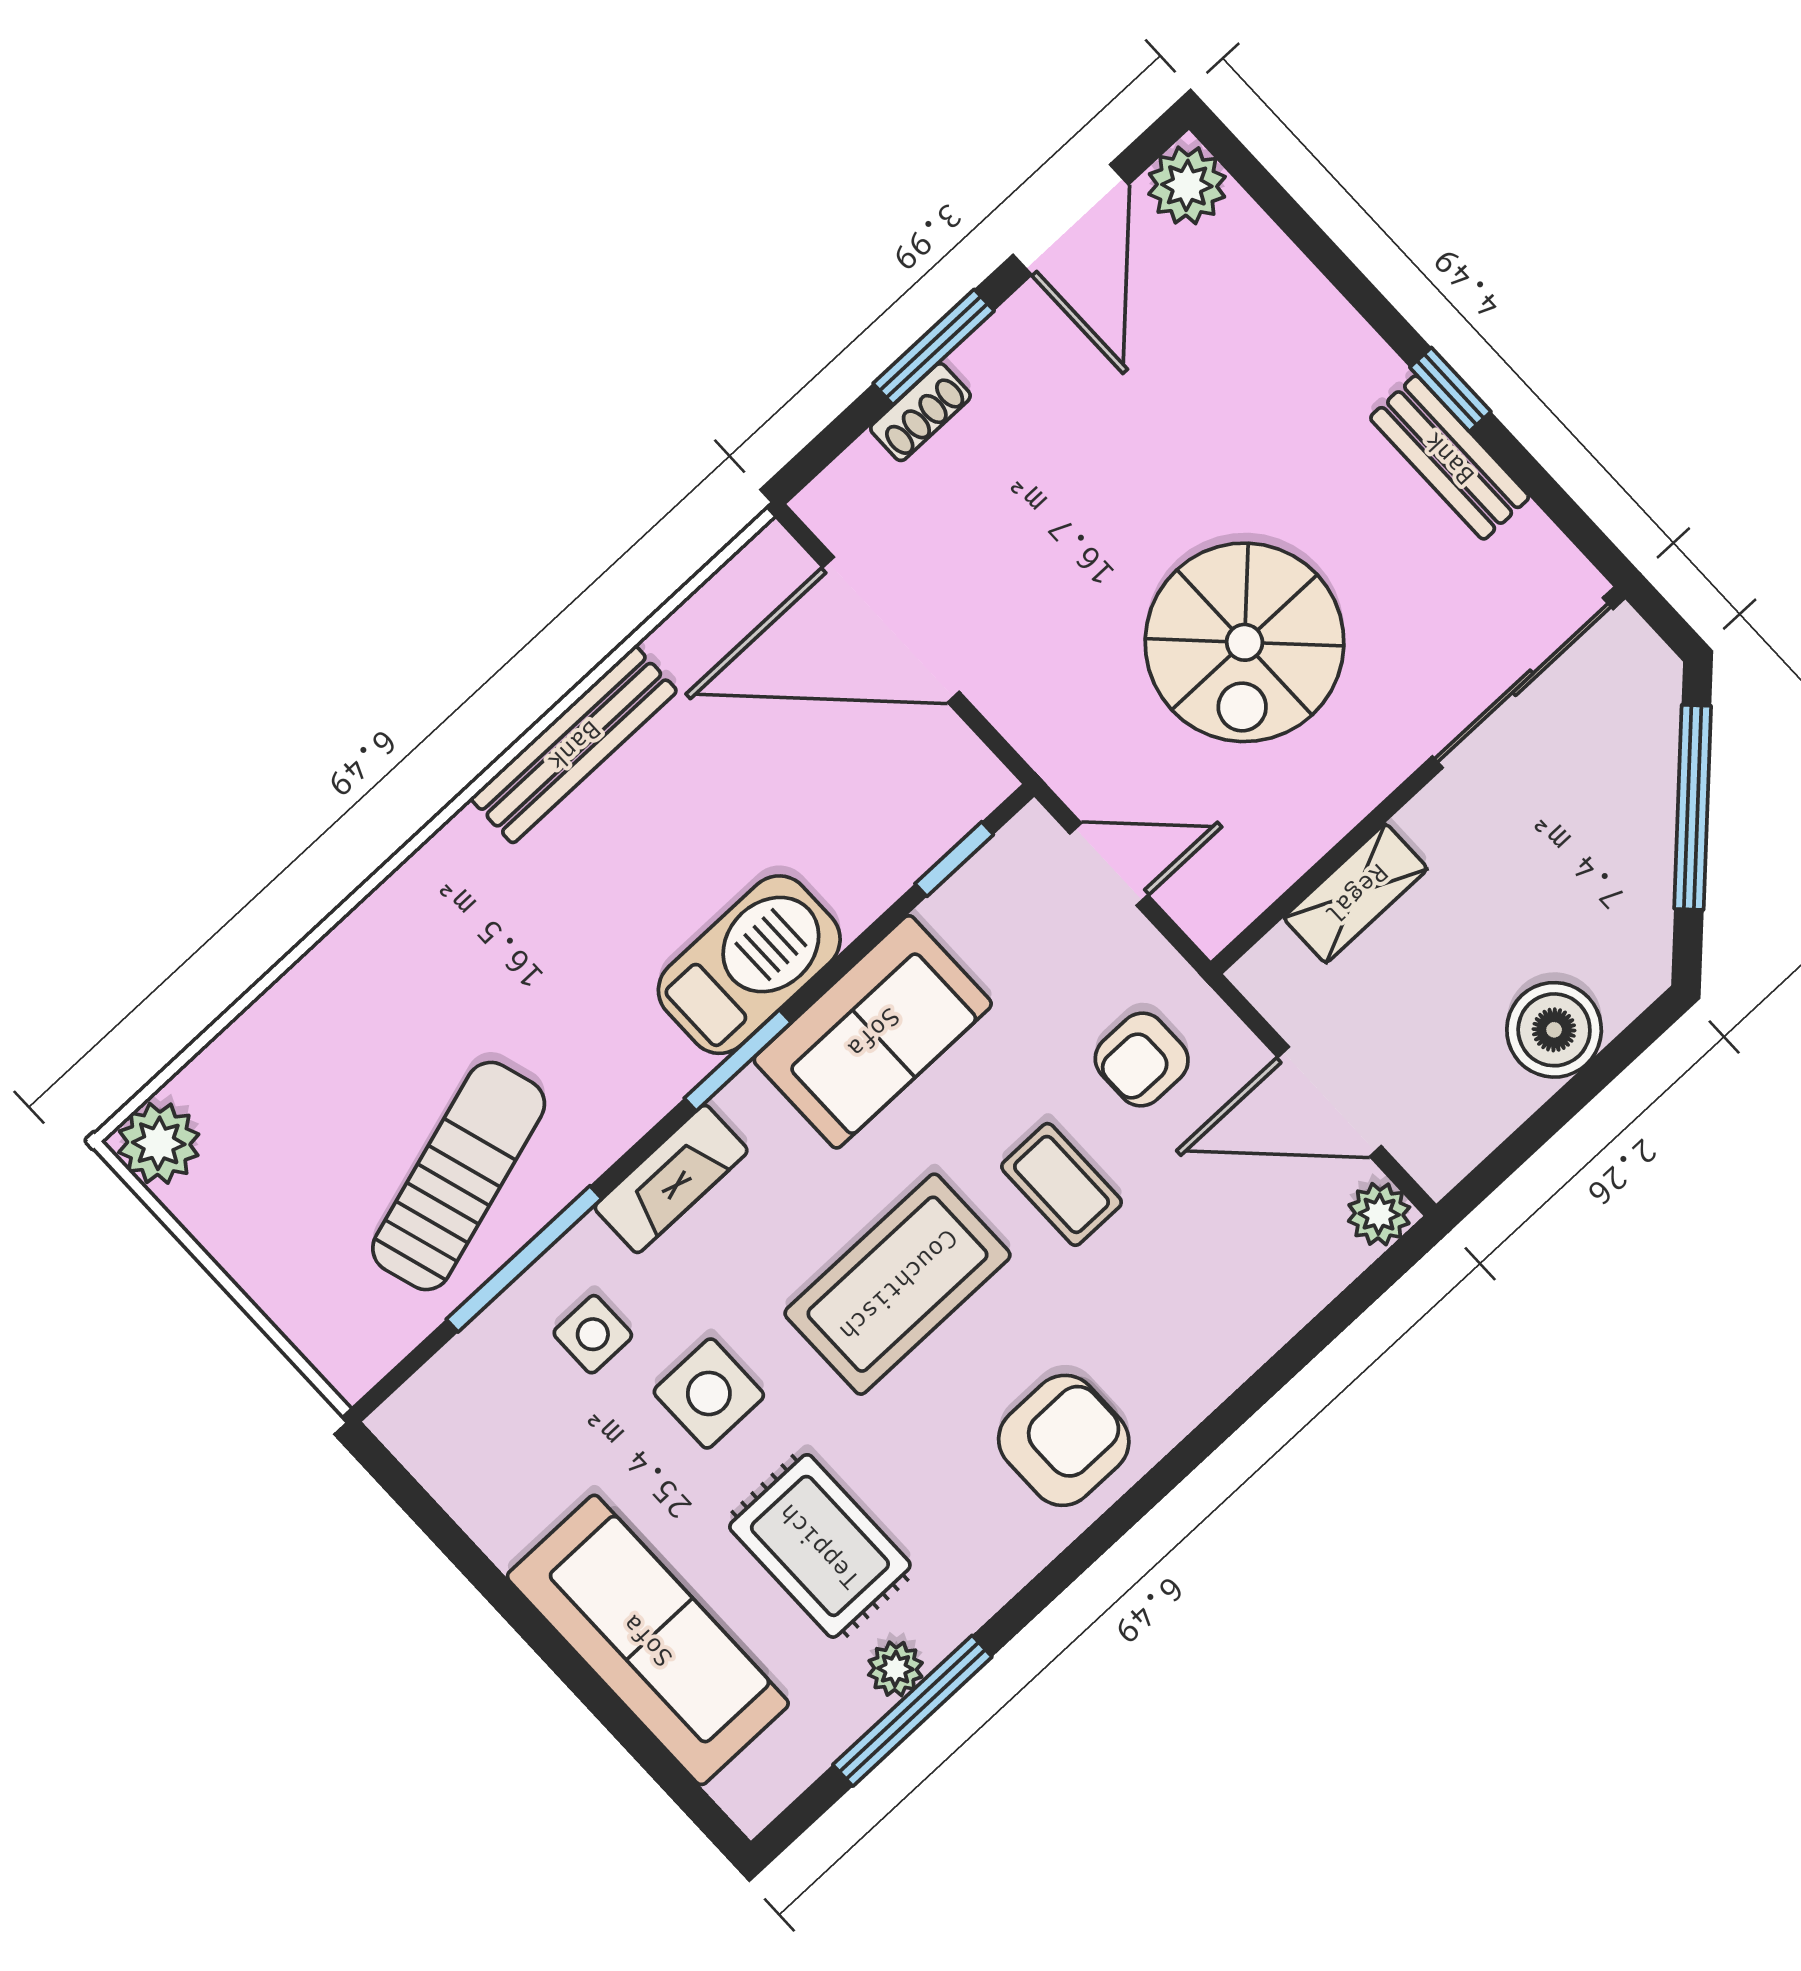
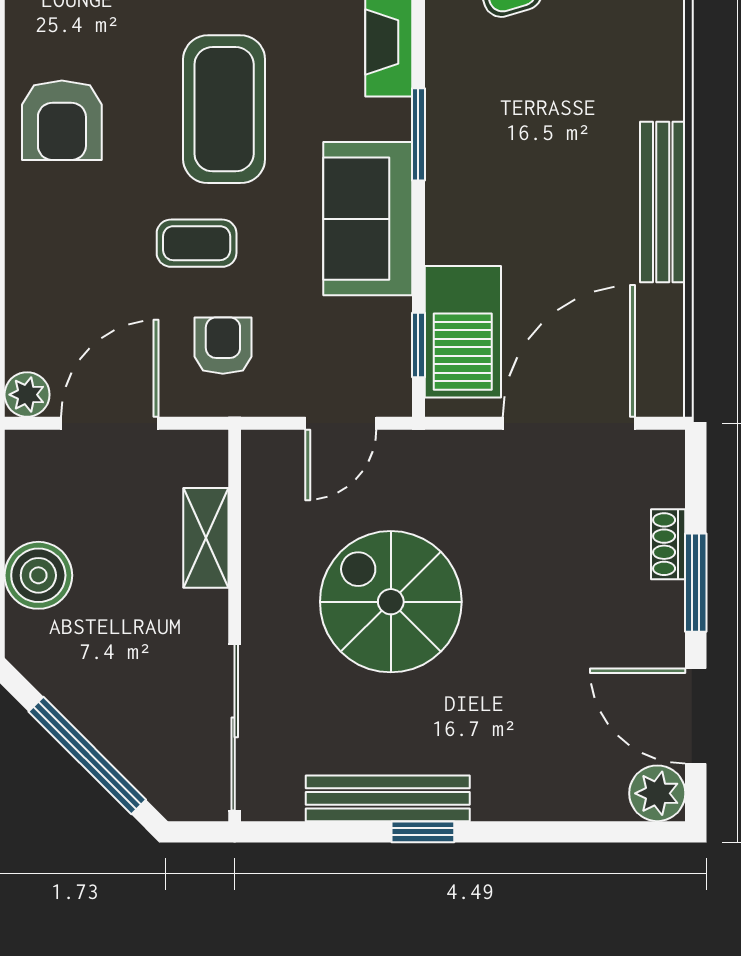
bench: (1450, 458) -> (388, 798), width x1.36
barbecue: (749, 965) -> (463, 332), moved

